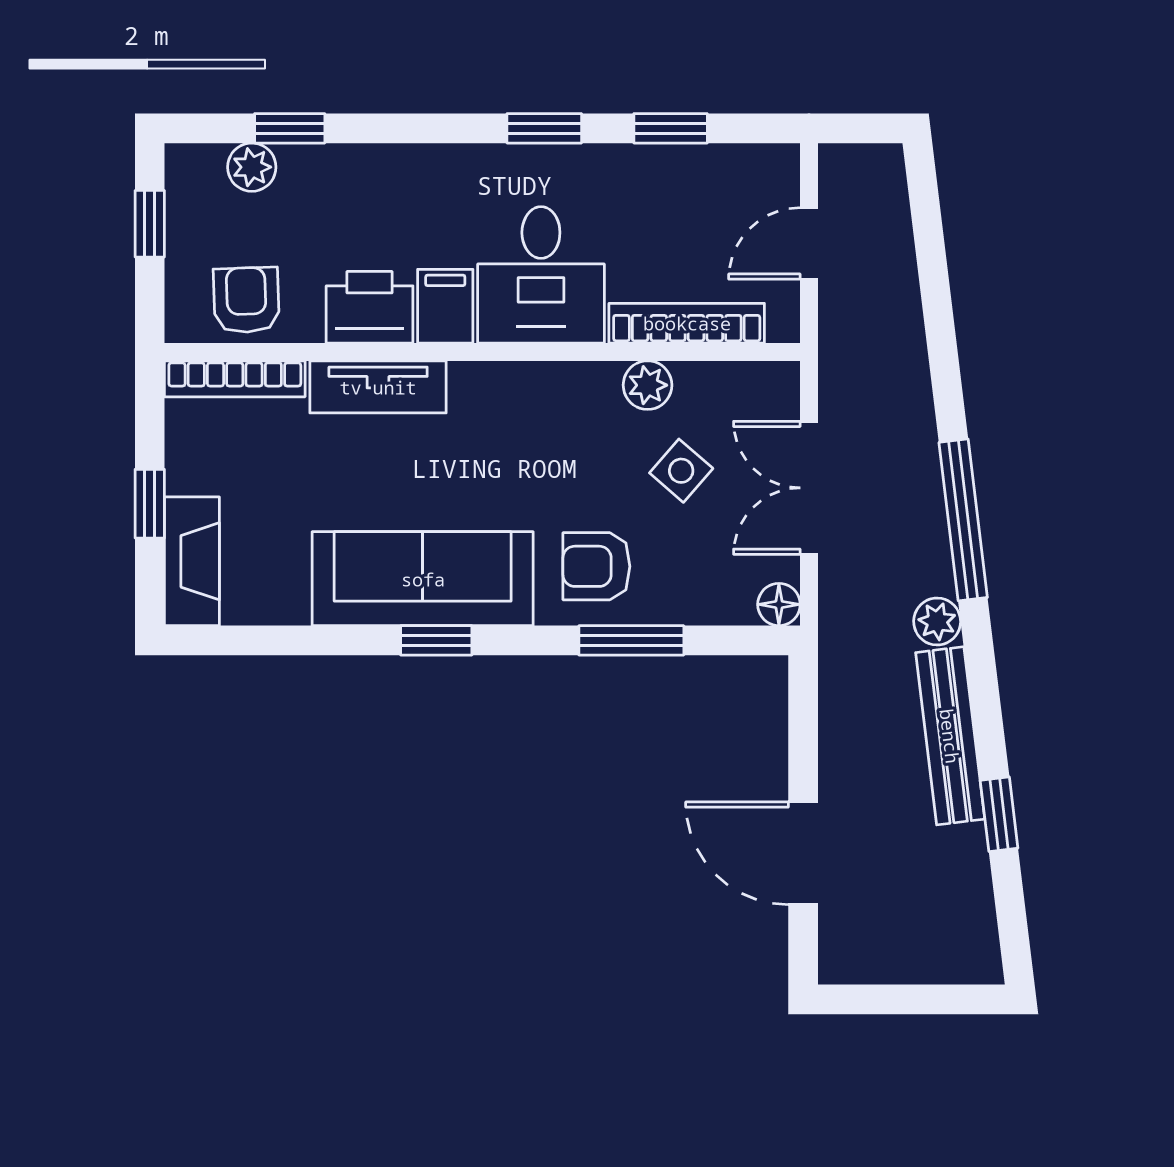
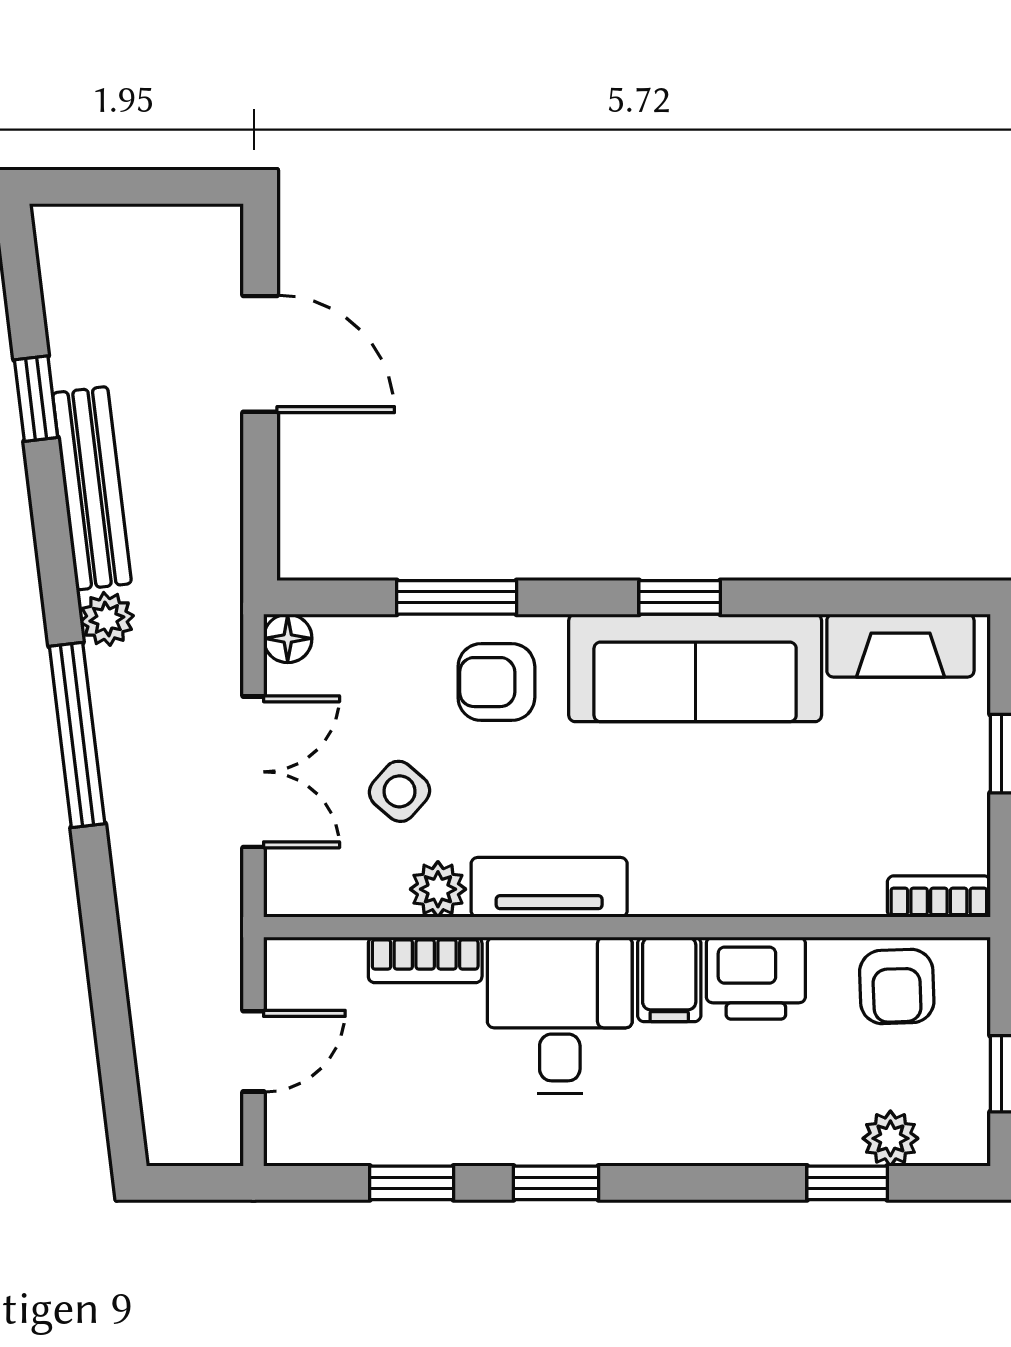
bookcase: (687, 323) -> (425, 960), width x0.64
bookcase: (235, 379) -> (939, 896), width x0.64
tv unit: (378, 387) -> (549, 887), moved
fireplace: (192, 561) -> (900, 646), moved, turned -90
armchair: (596, 566) -> (496, 682), turned 180

